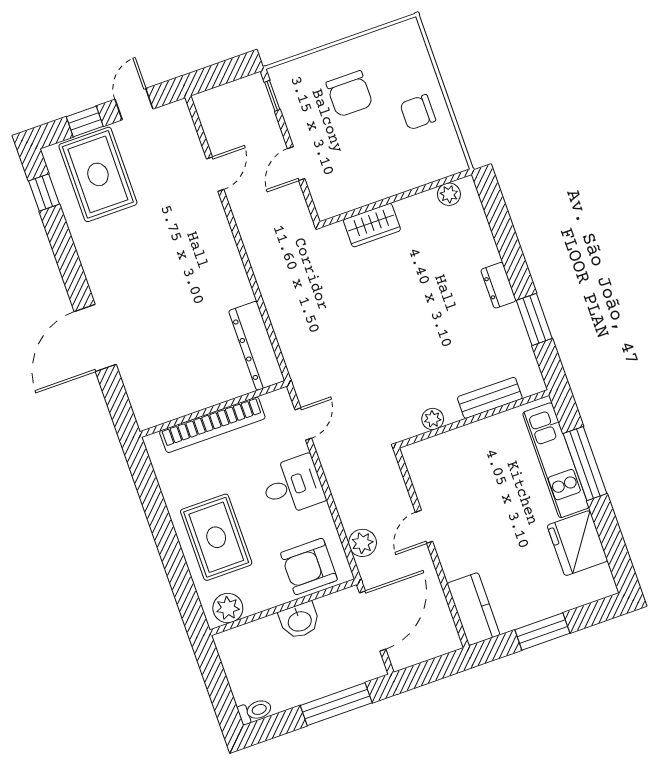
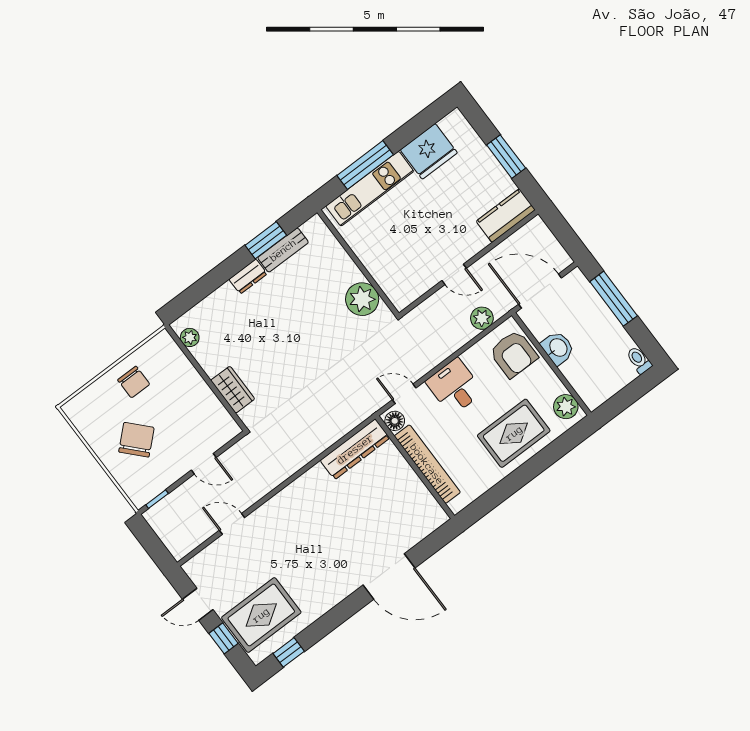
chair: (349, 94) -> (136, 440), turned -43
bench: (490, 398) -> (283, 250), moved, turned 90
floor lamp: (275, 403) -> (395, 421), added
plant: (433, 419) -> (362, 299), width x1.87, depth x1.87

